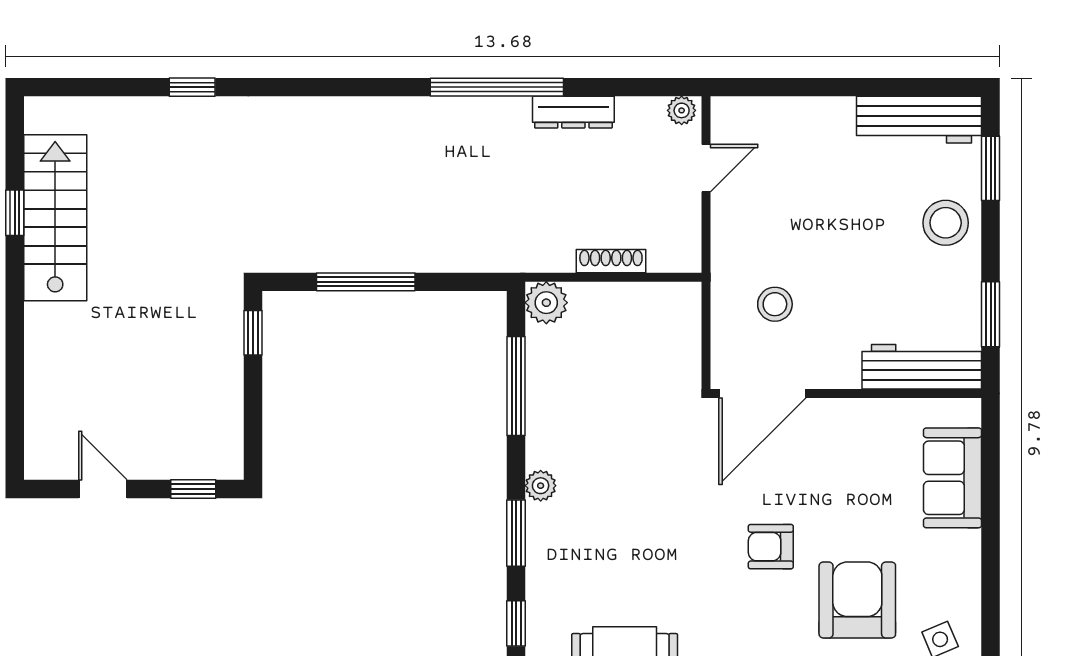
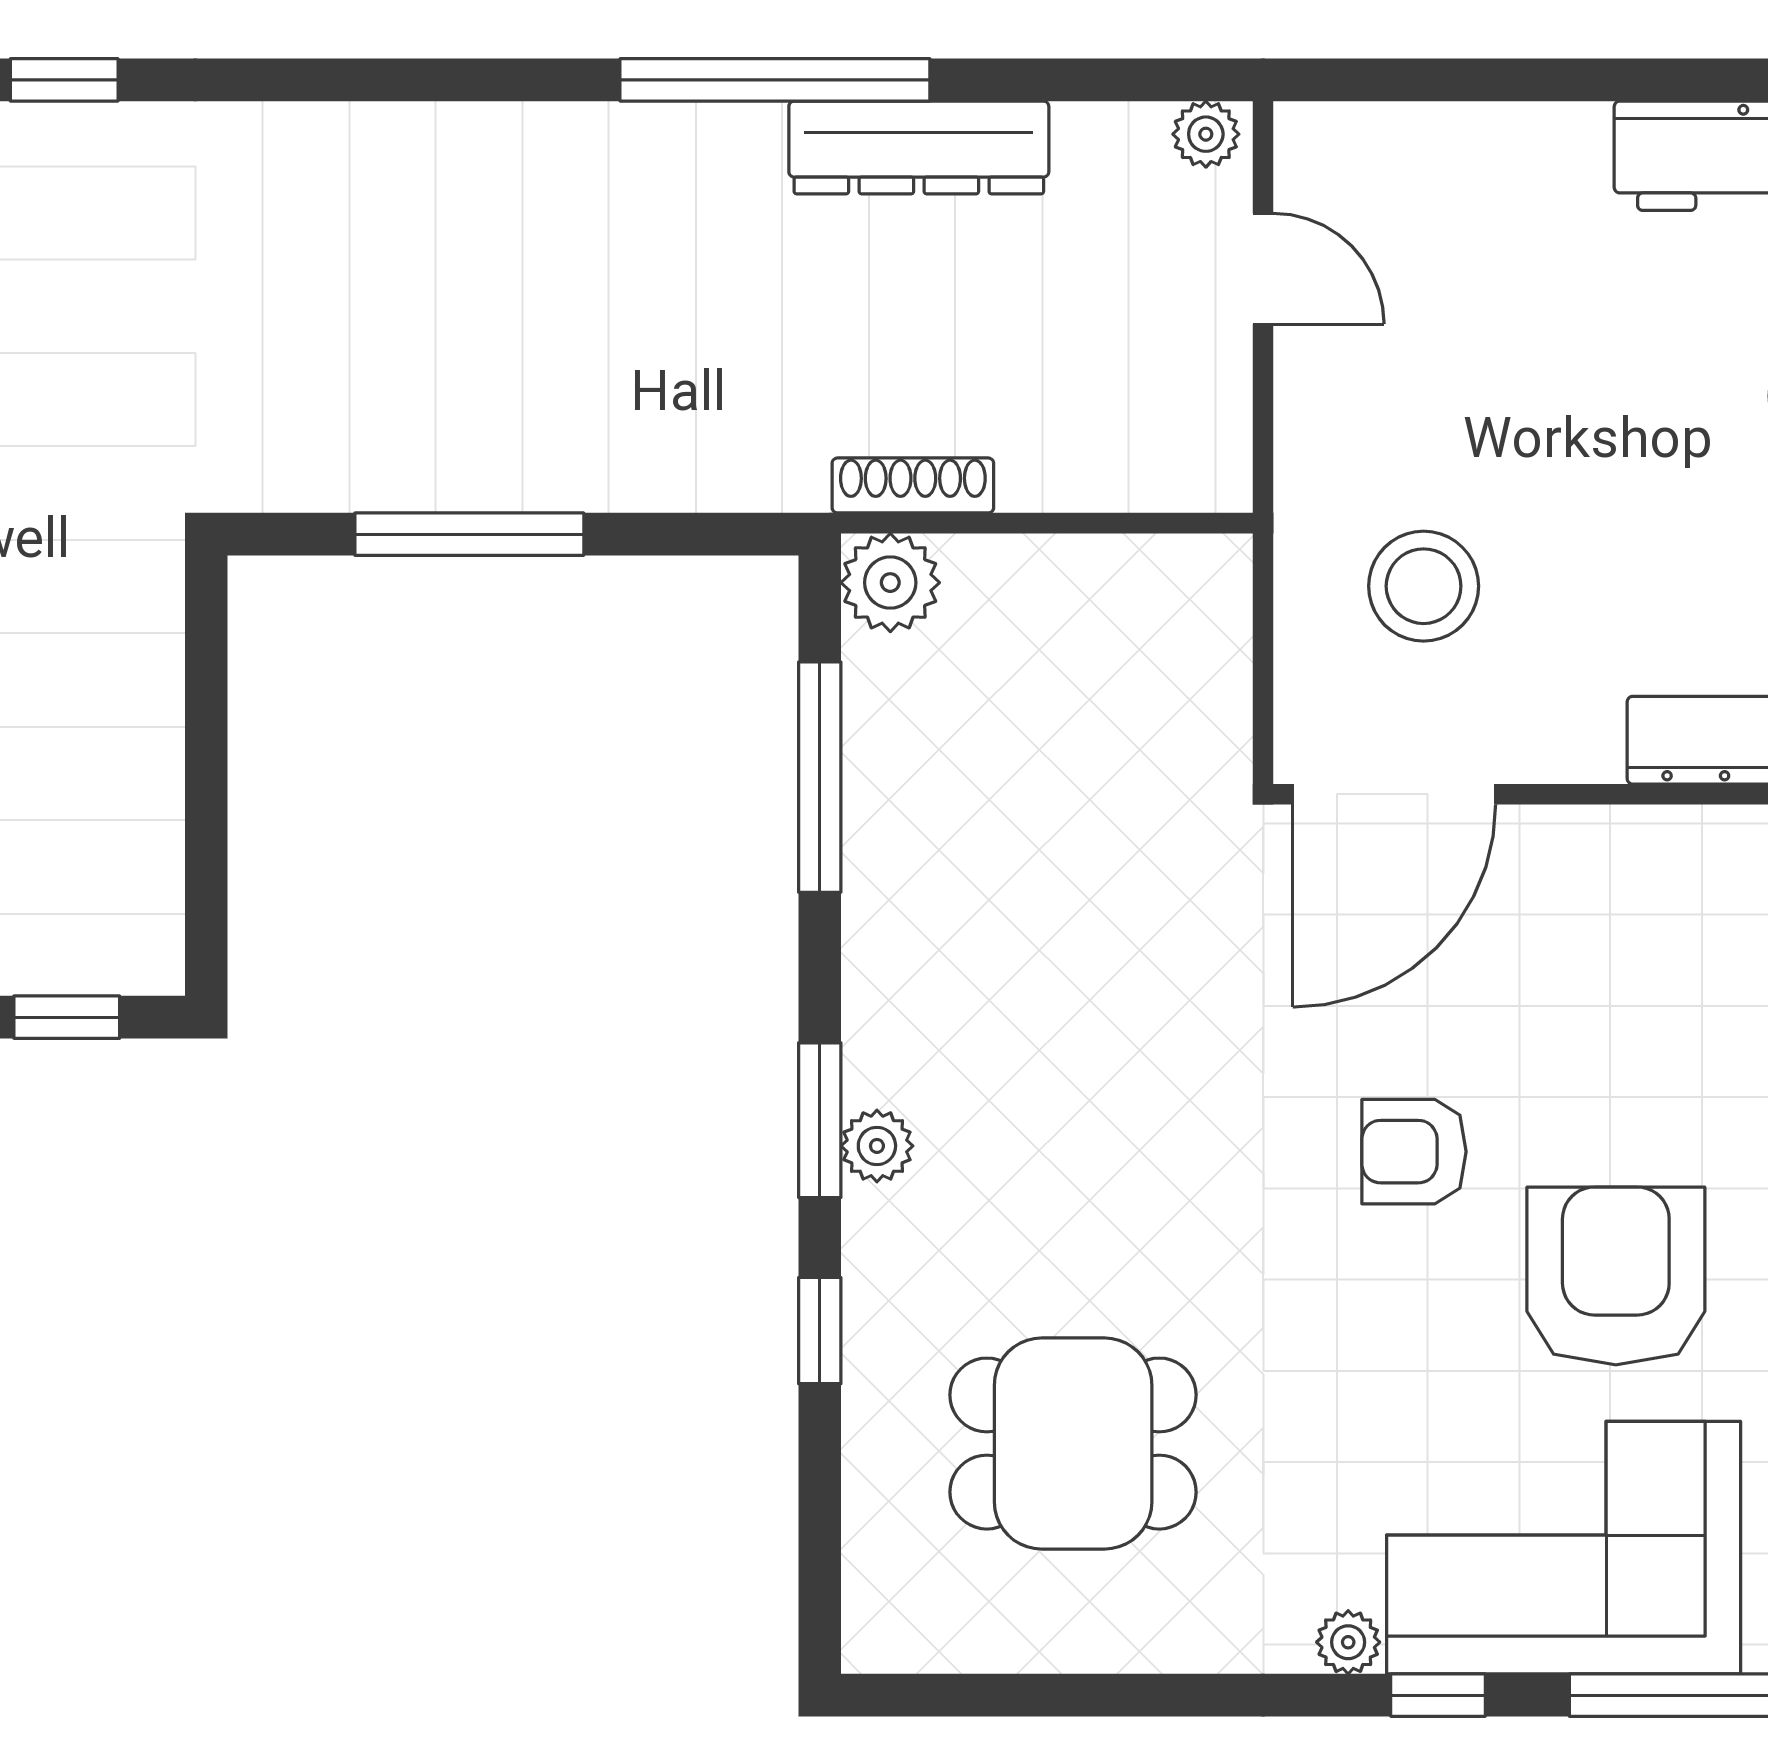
dresser: (573, 112) -> (919, 147), width x1.37, depth x1.24
door: (706, 168) -> (1263, 269), hinge flipped
shoe rack: (611, 261) -> (913, 485), moved
stool: (775, 304) -> (1424, 586), width x1.38, depth x1.38
window: (253, 333) -> (206, 653), removed
plant: (541, 486) -> (877, 1146), moved

